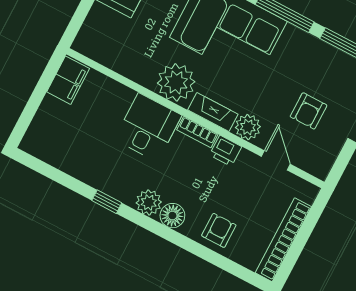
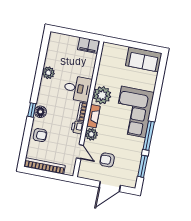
door: (276, 160) -> (80, 152), hinge flipped
window: (107, 202) -> (32, 110), moved
plant: (149, 202) -> (48, 73), moved

